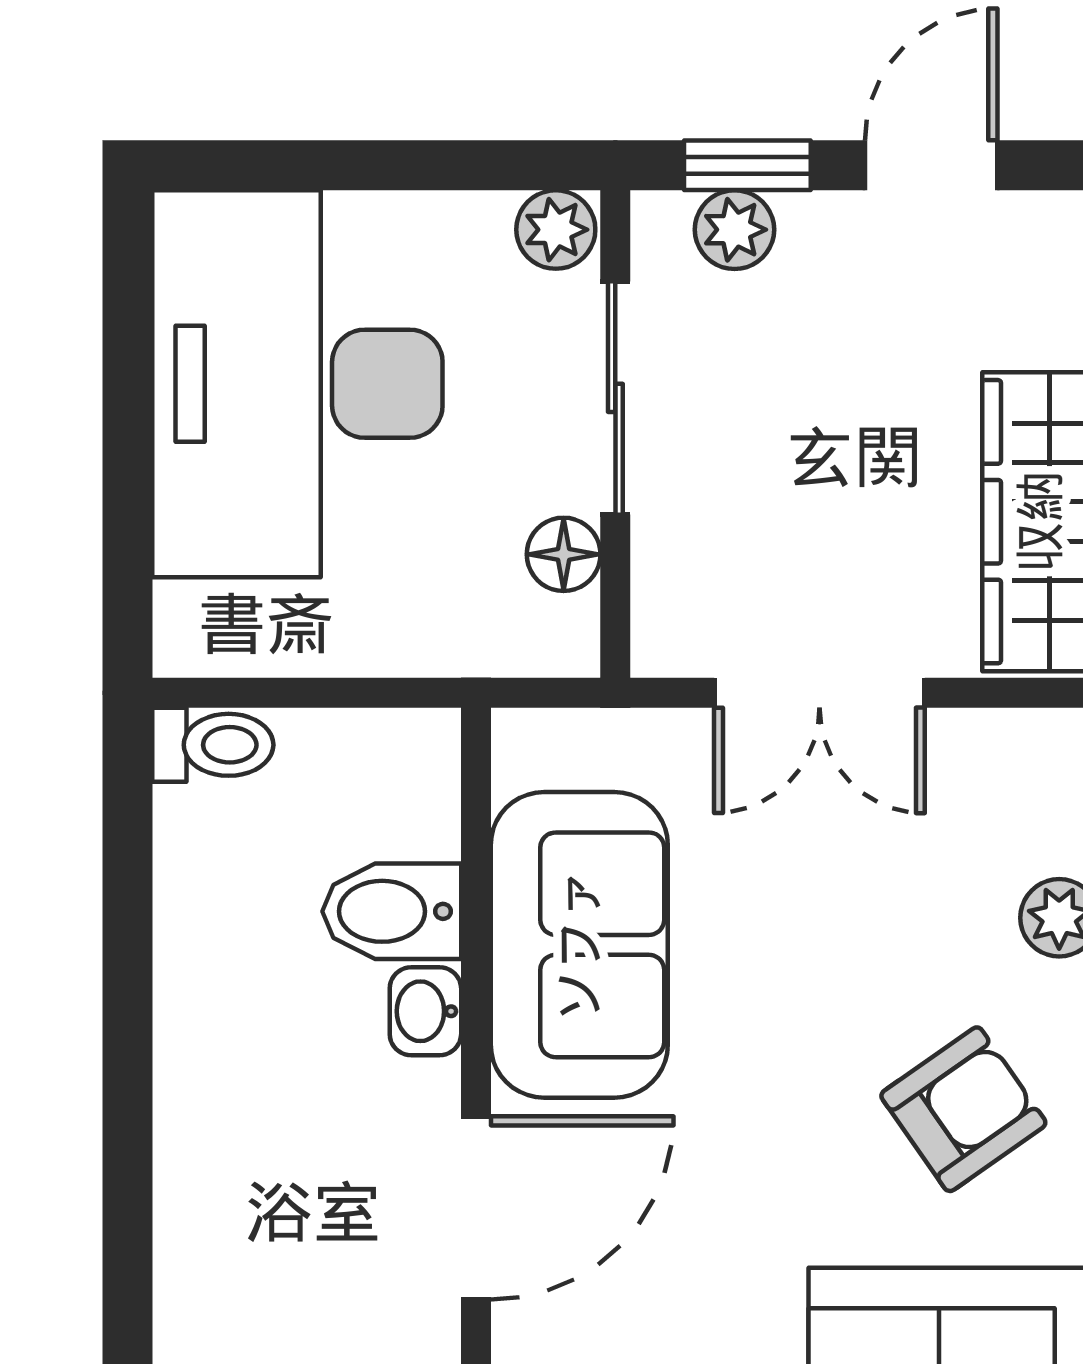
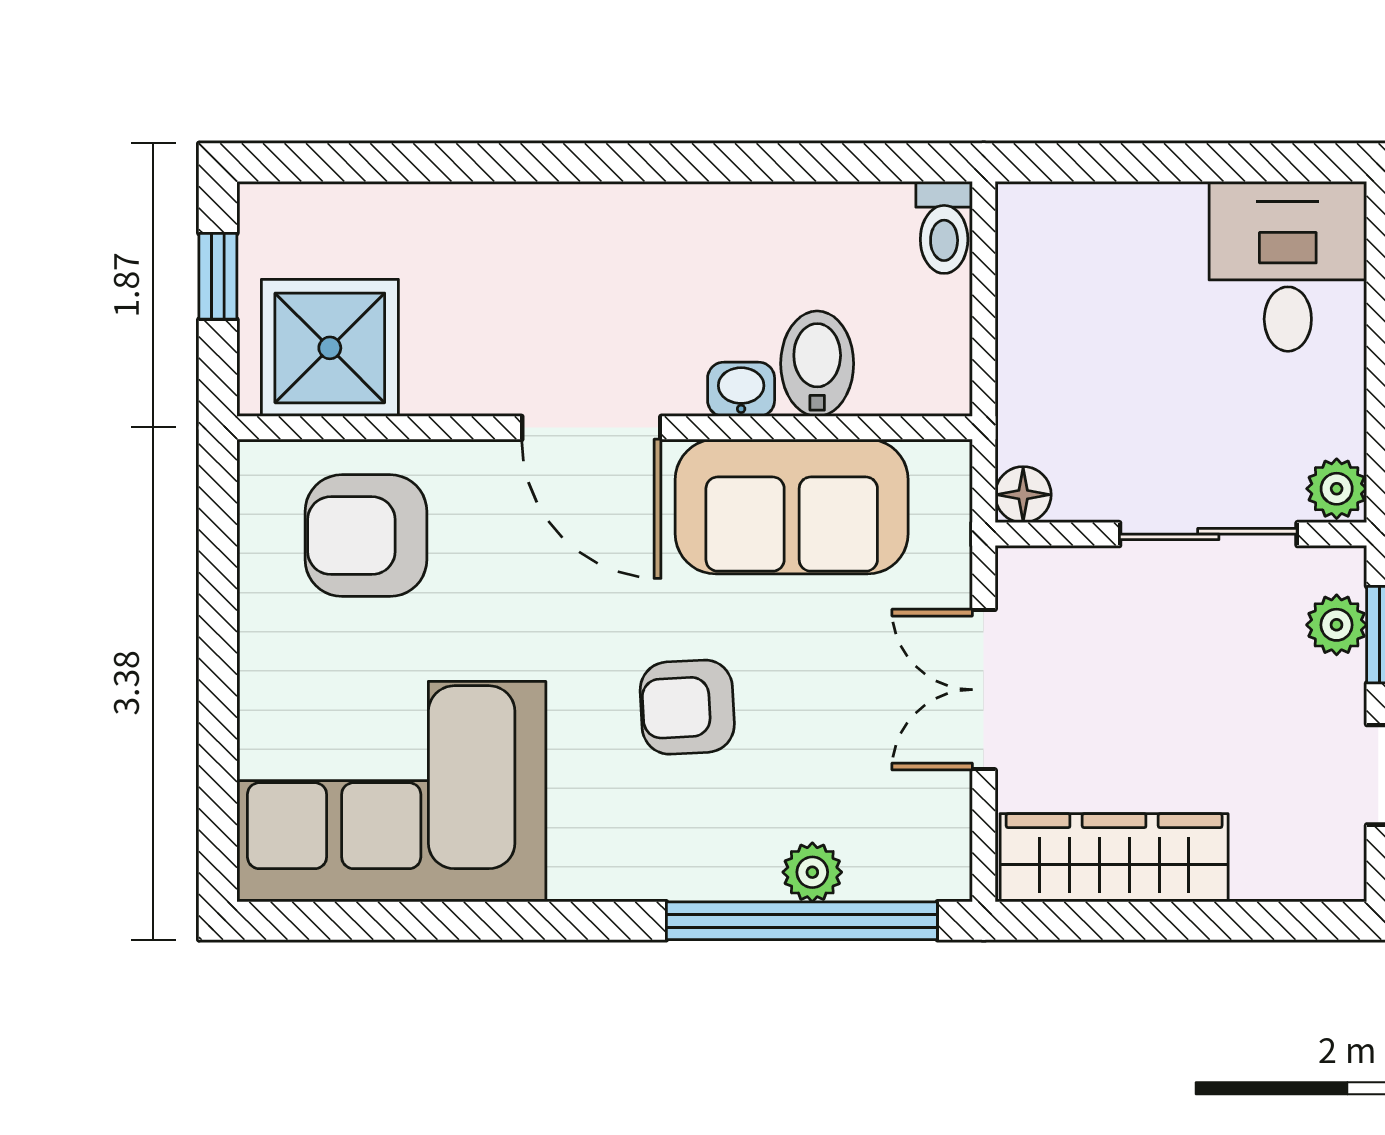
desk: (297, 384) -> (1288, 266), width x0.53, depth x0.77
floor lamp: (564, 554) -> (1023, 495), moved
armchair: (963, 1109) -> (687, 707), moved, turned 122

